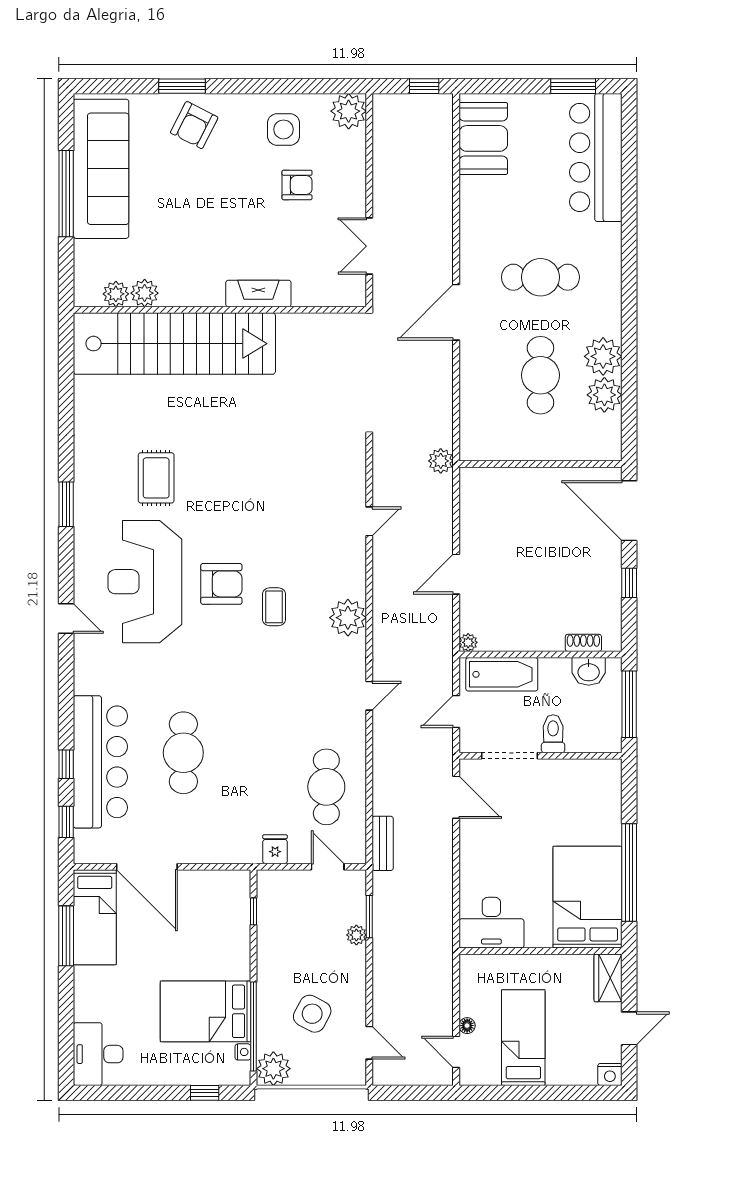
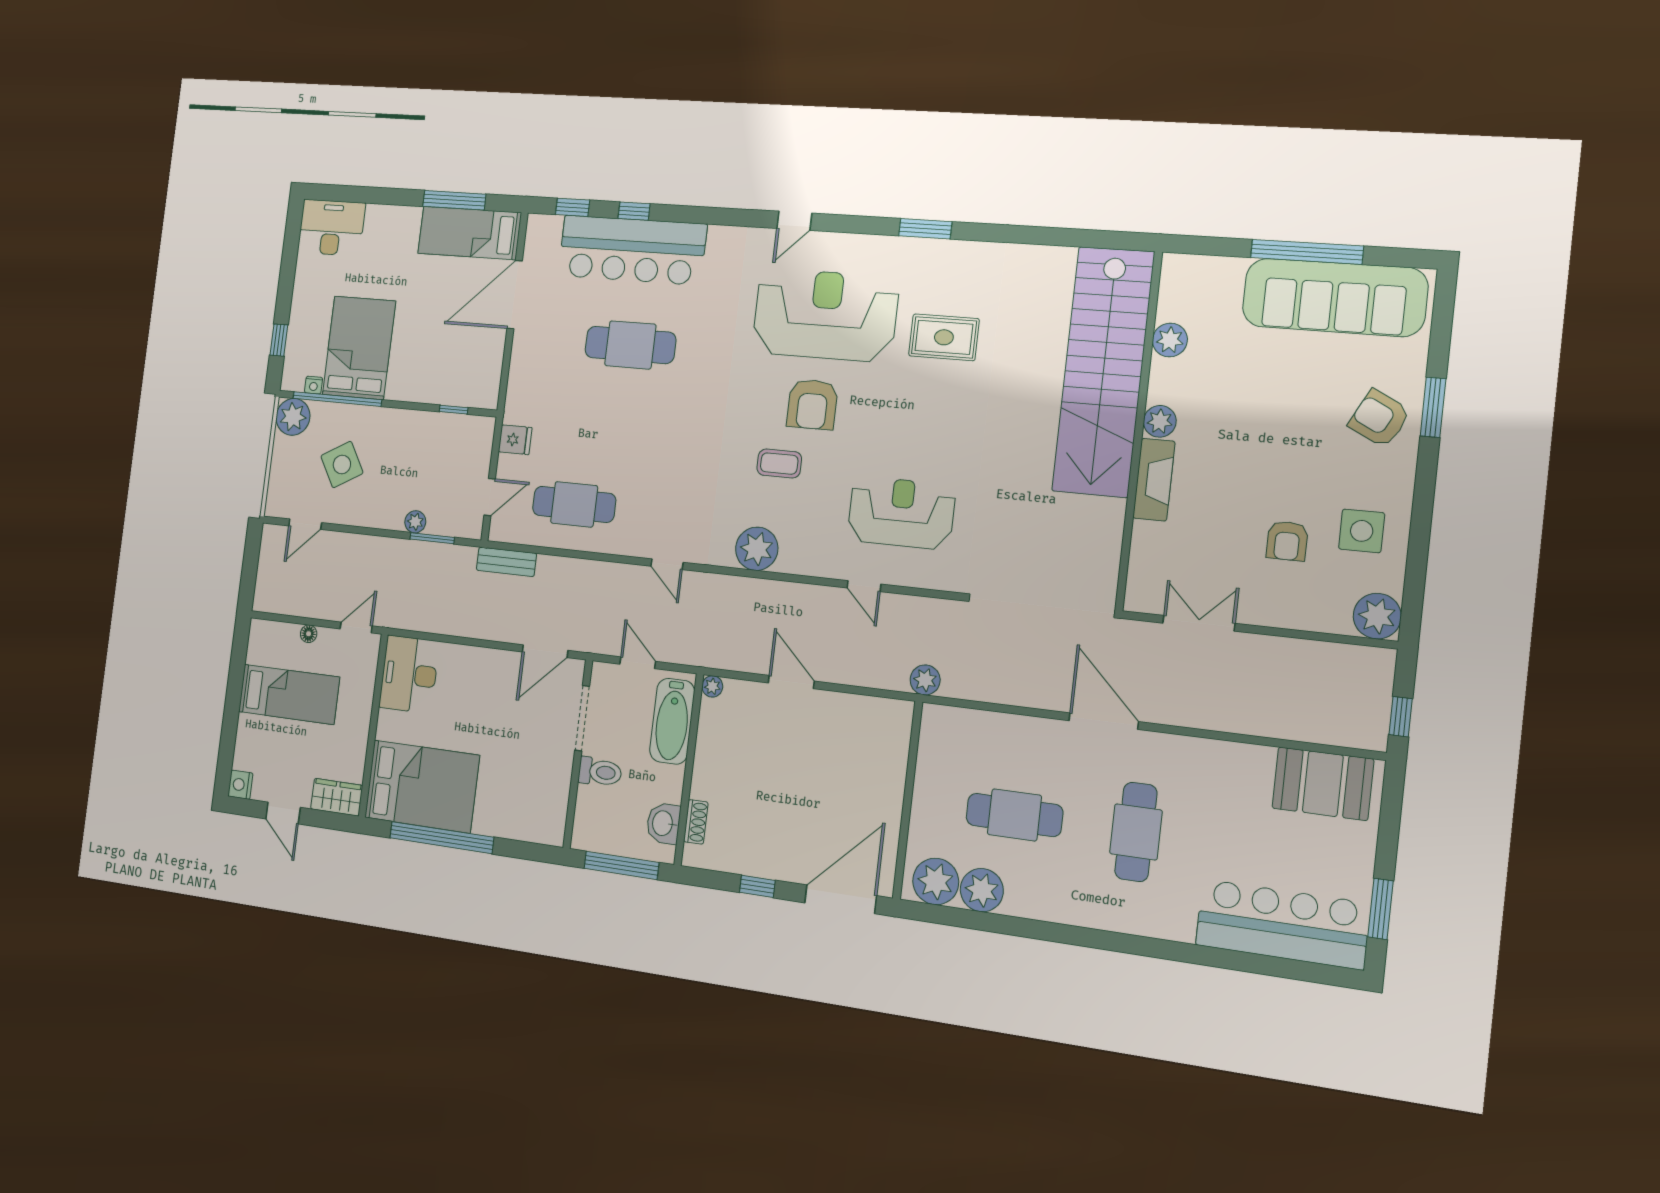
plant: (116, 294) -> (1160, 421), moved
plant: (603, 356) -> (936, 881), moved
reception desk: (305, 497) -> (901, 513), added
side table: (312, 1014) -> (342, 465), turned 32
door: (456, 1052) -> (356, 627), moved

